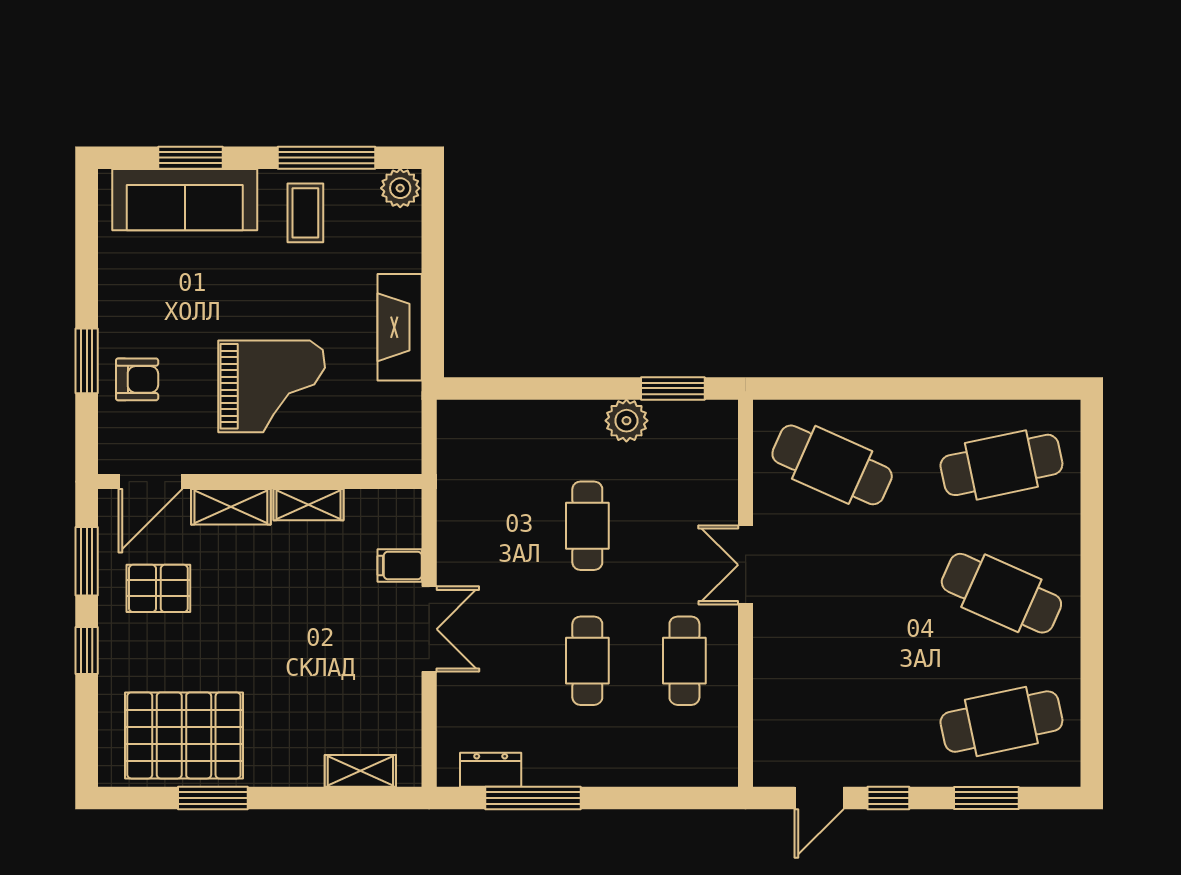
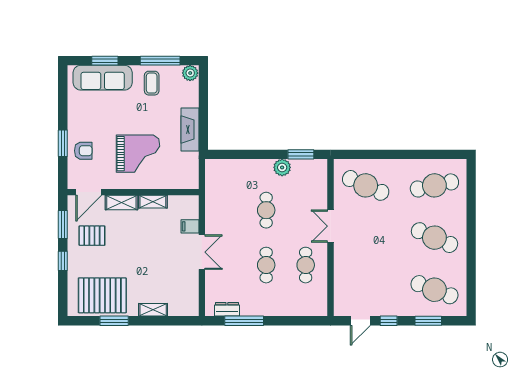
cafe table: (1001, 722) -> (434, 290), turned 33
shelving: (360, 771) -> (153, 310), moved

